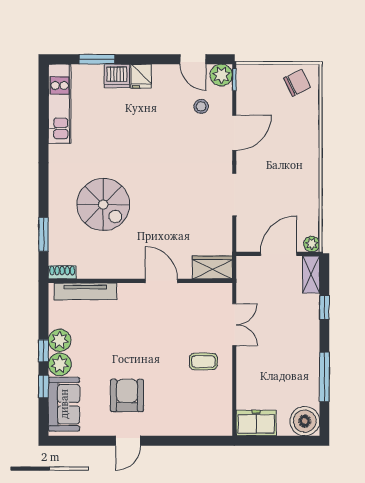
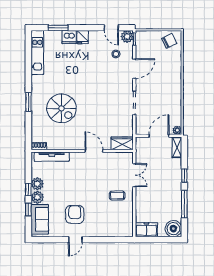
window: (44, 234) -> (28, 102), moved
window: (324, 307) -> (184, 176), moved

